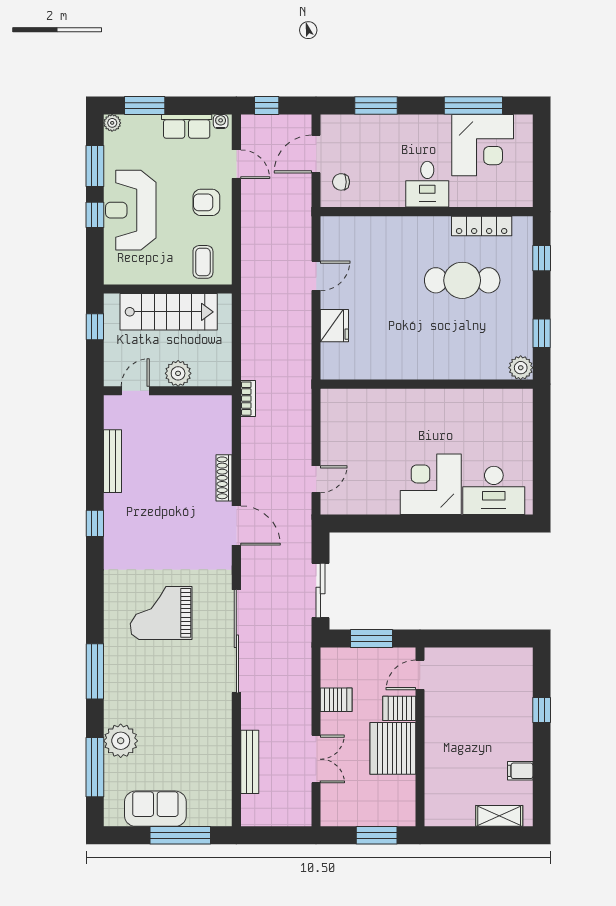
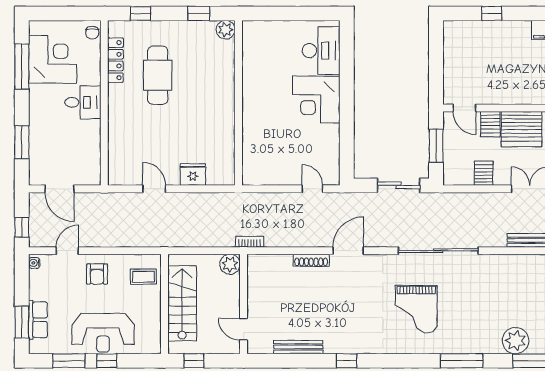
plant: (112, 123) -> (35, 347), removed
row of seats: (187, 126) -> (38, 320), moved
chair: (341, 182) -> (92, 33), moved
plant: (178, 373) -> (230, 264), moved

